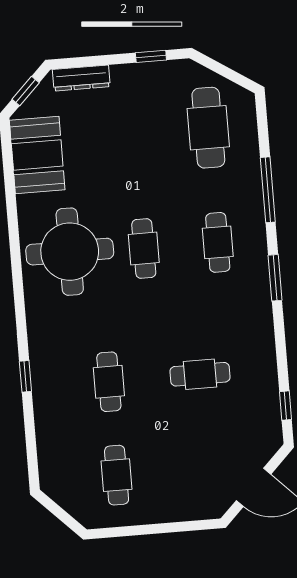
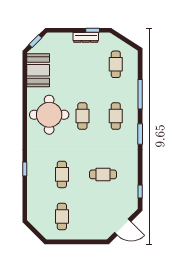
dresser: (81, 78) -> (86, 37), moved
cafe table: (208, 128) -> (116, 64), width x0.73, depth x0.74

